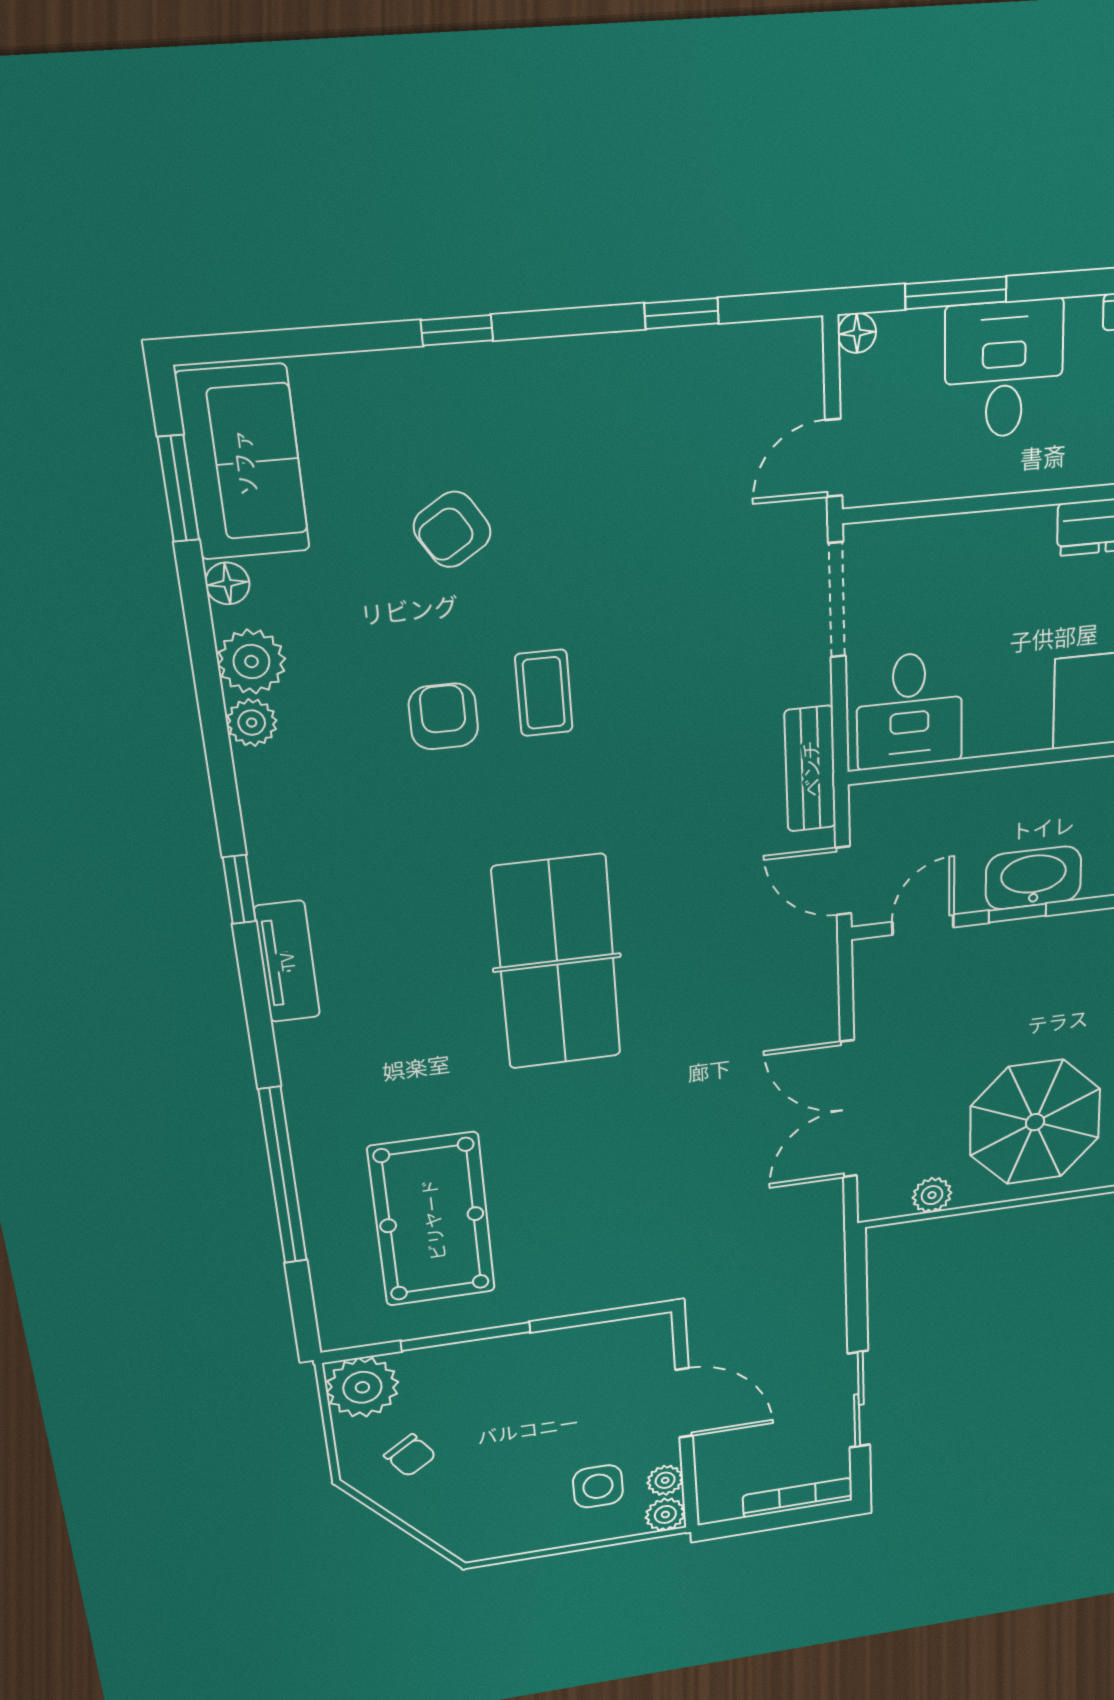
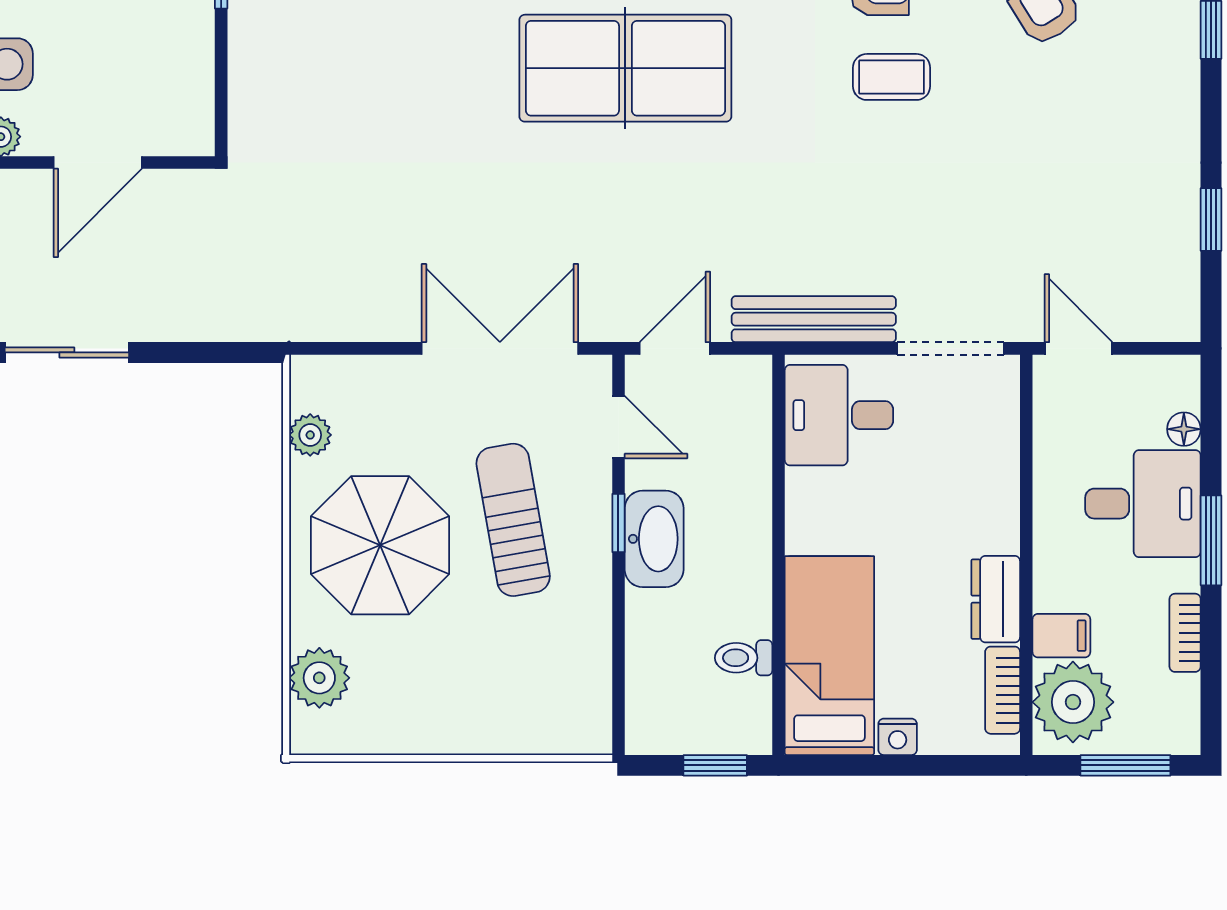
window: (956, 293) -> (1211, 540), moved
floor lamp: (857, 333) -> (1184, 429), moved
bench: (810, 769) -> (814, 319), width x1.36
sun lounger: (1013, 1010) -> (513, 520), added
double door: (849, 1109) -> (500, 348), moved

